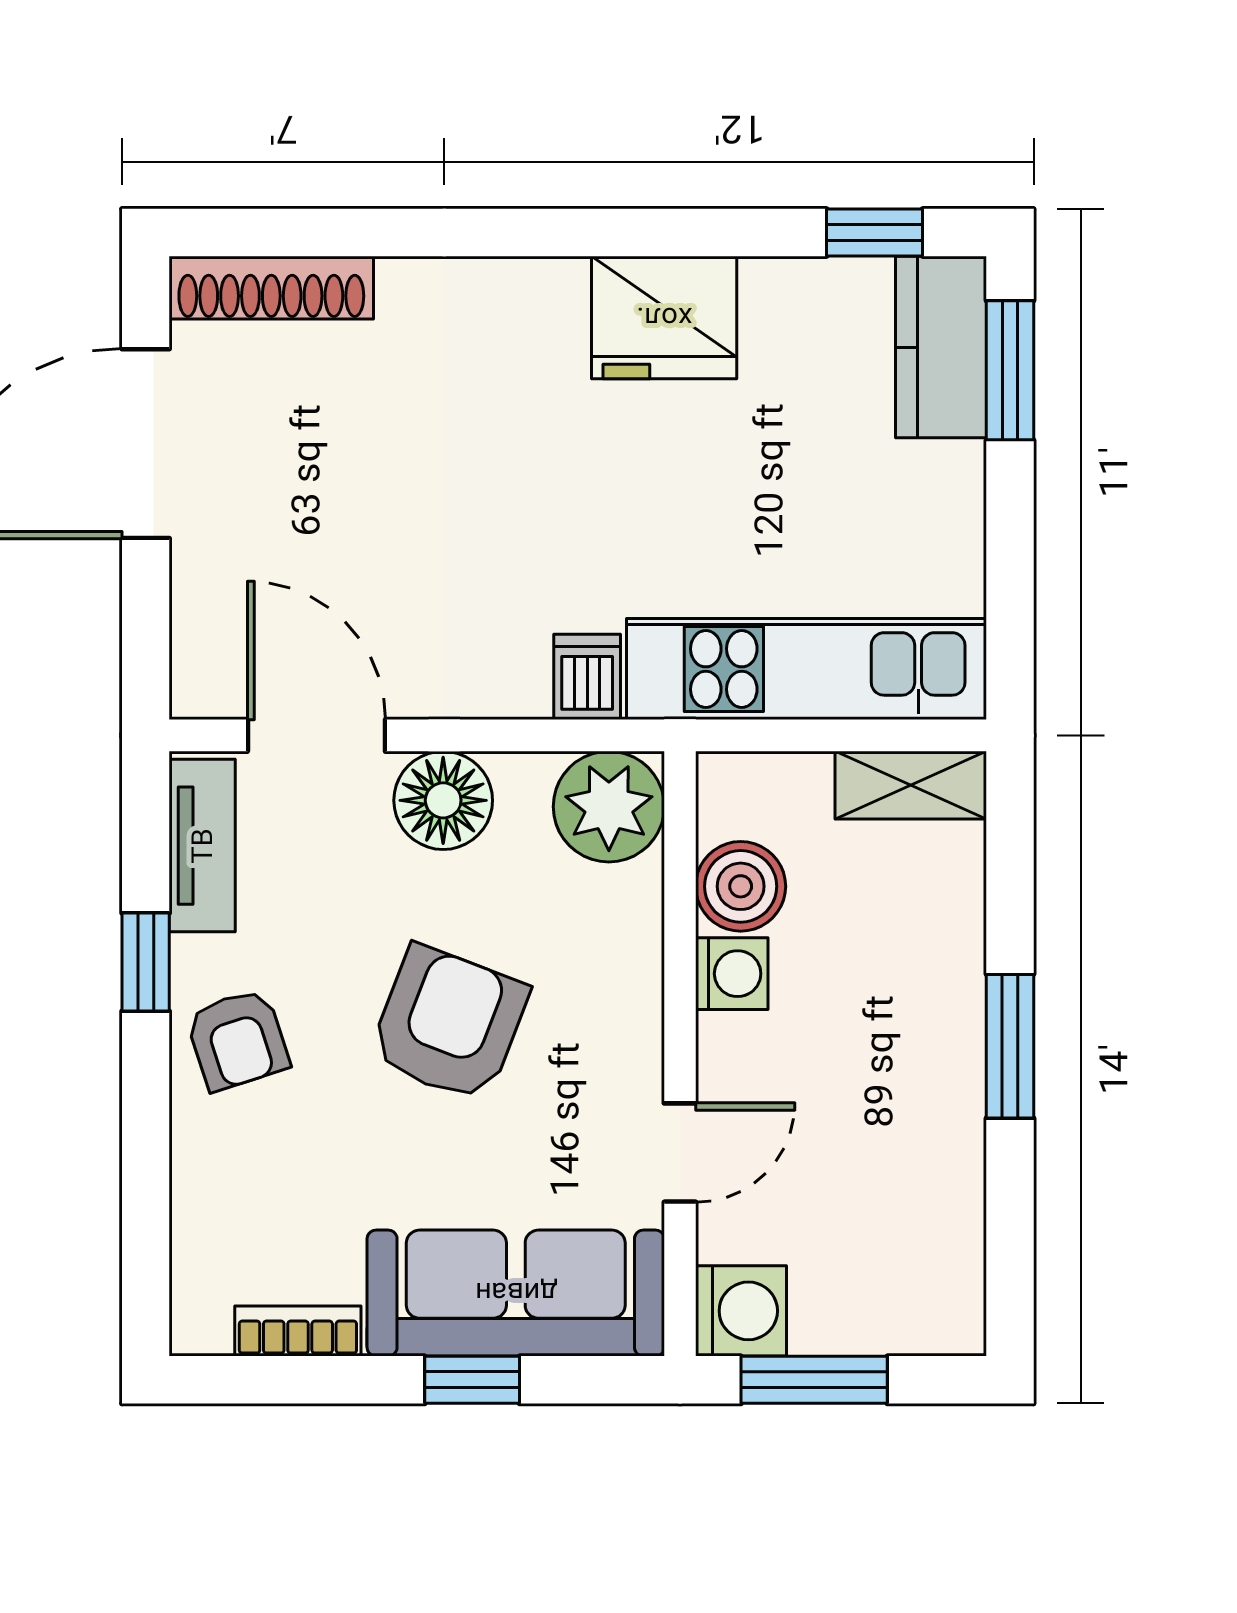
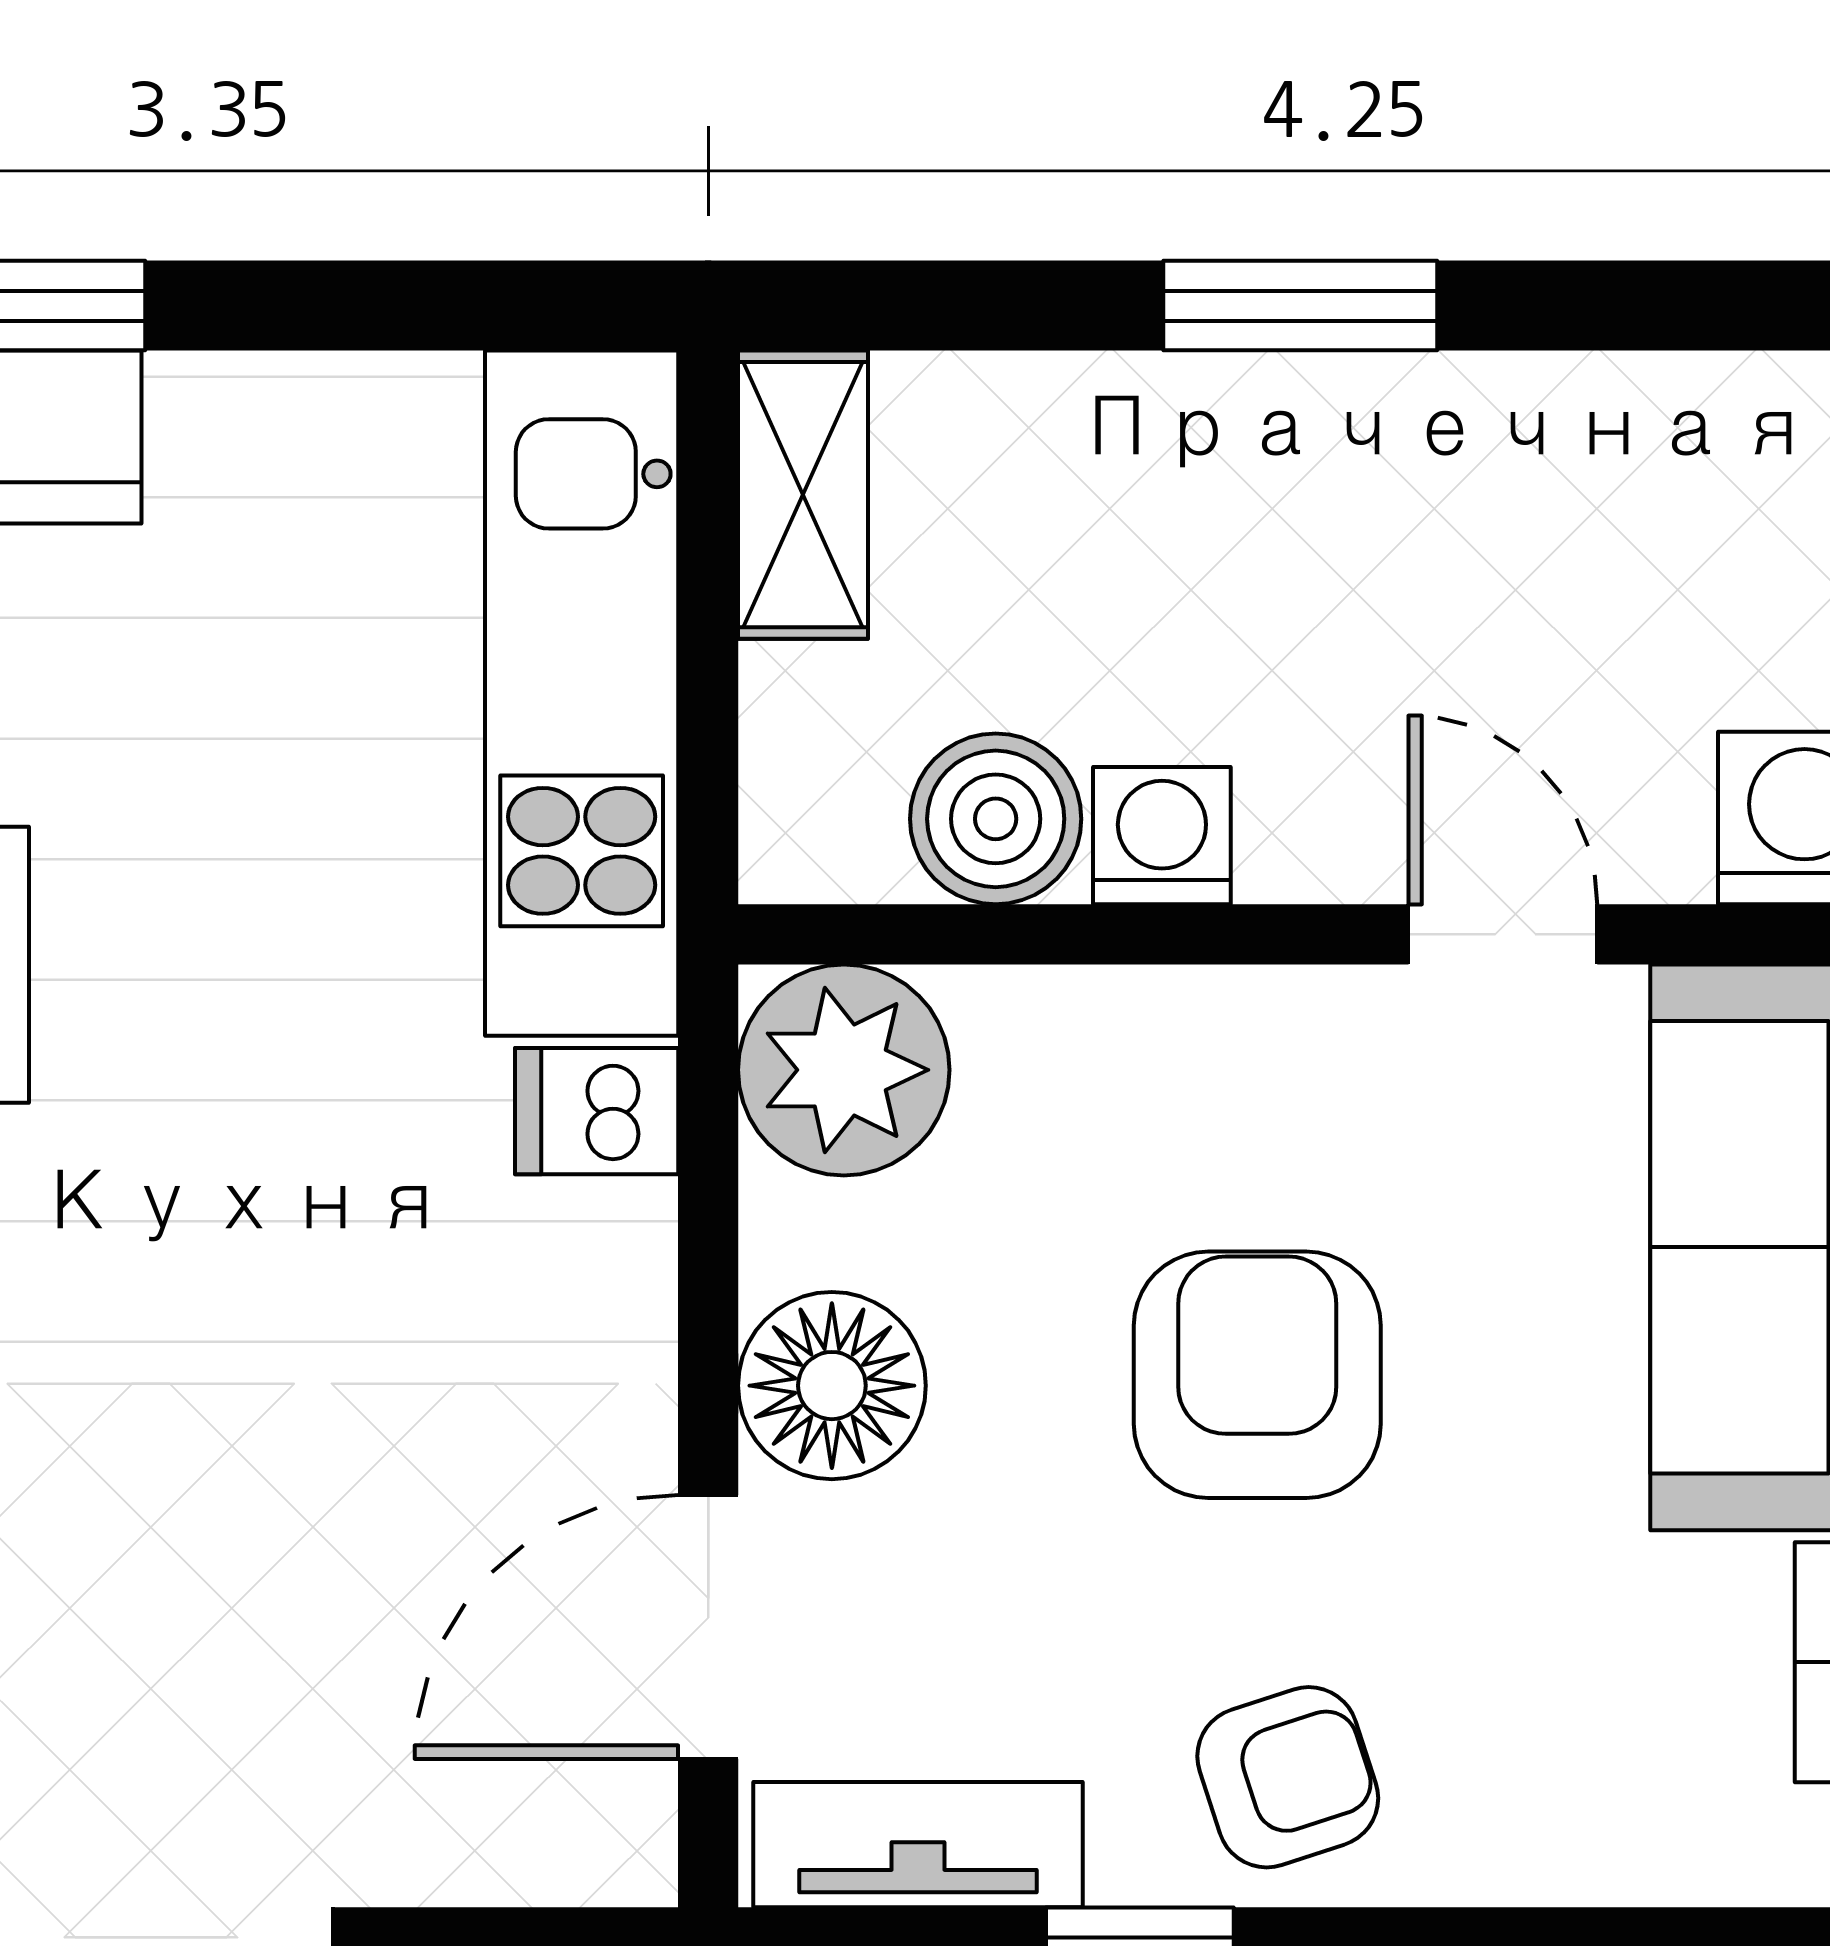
armchair: (449, 1024) -> (1257, 1375), turned 69

